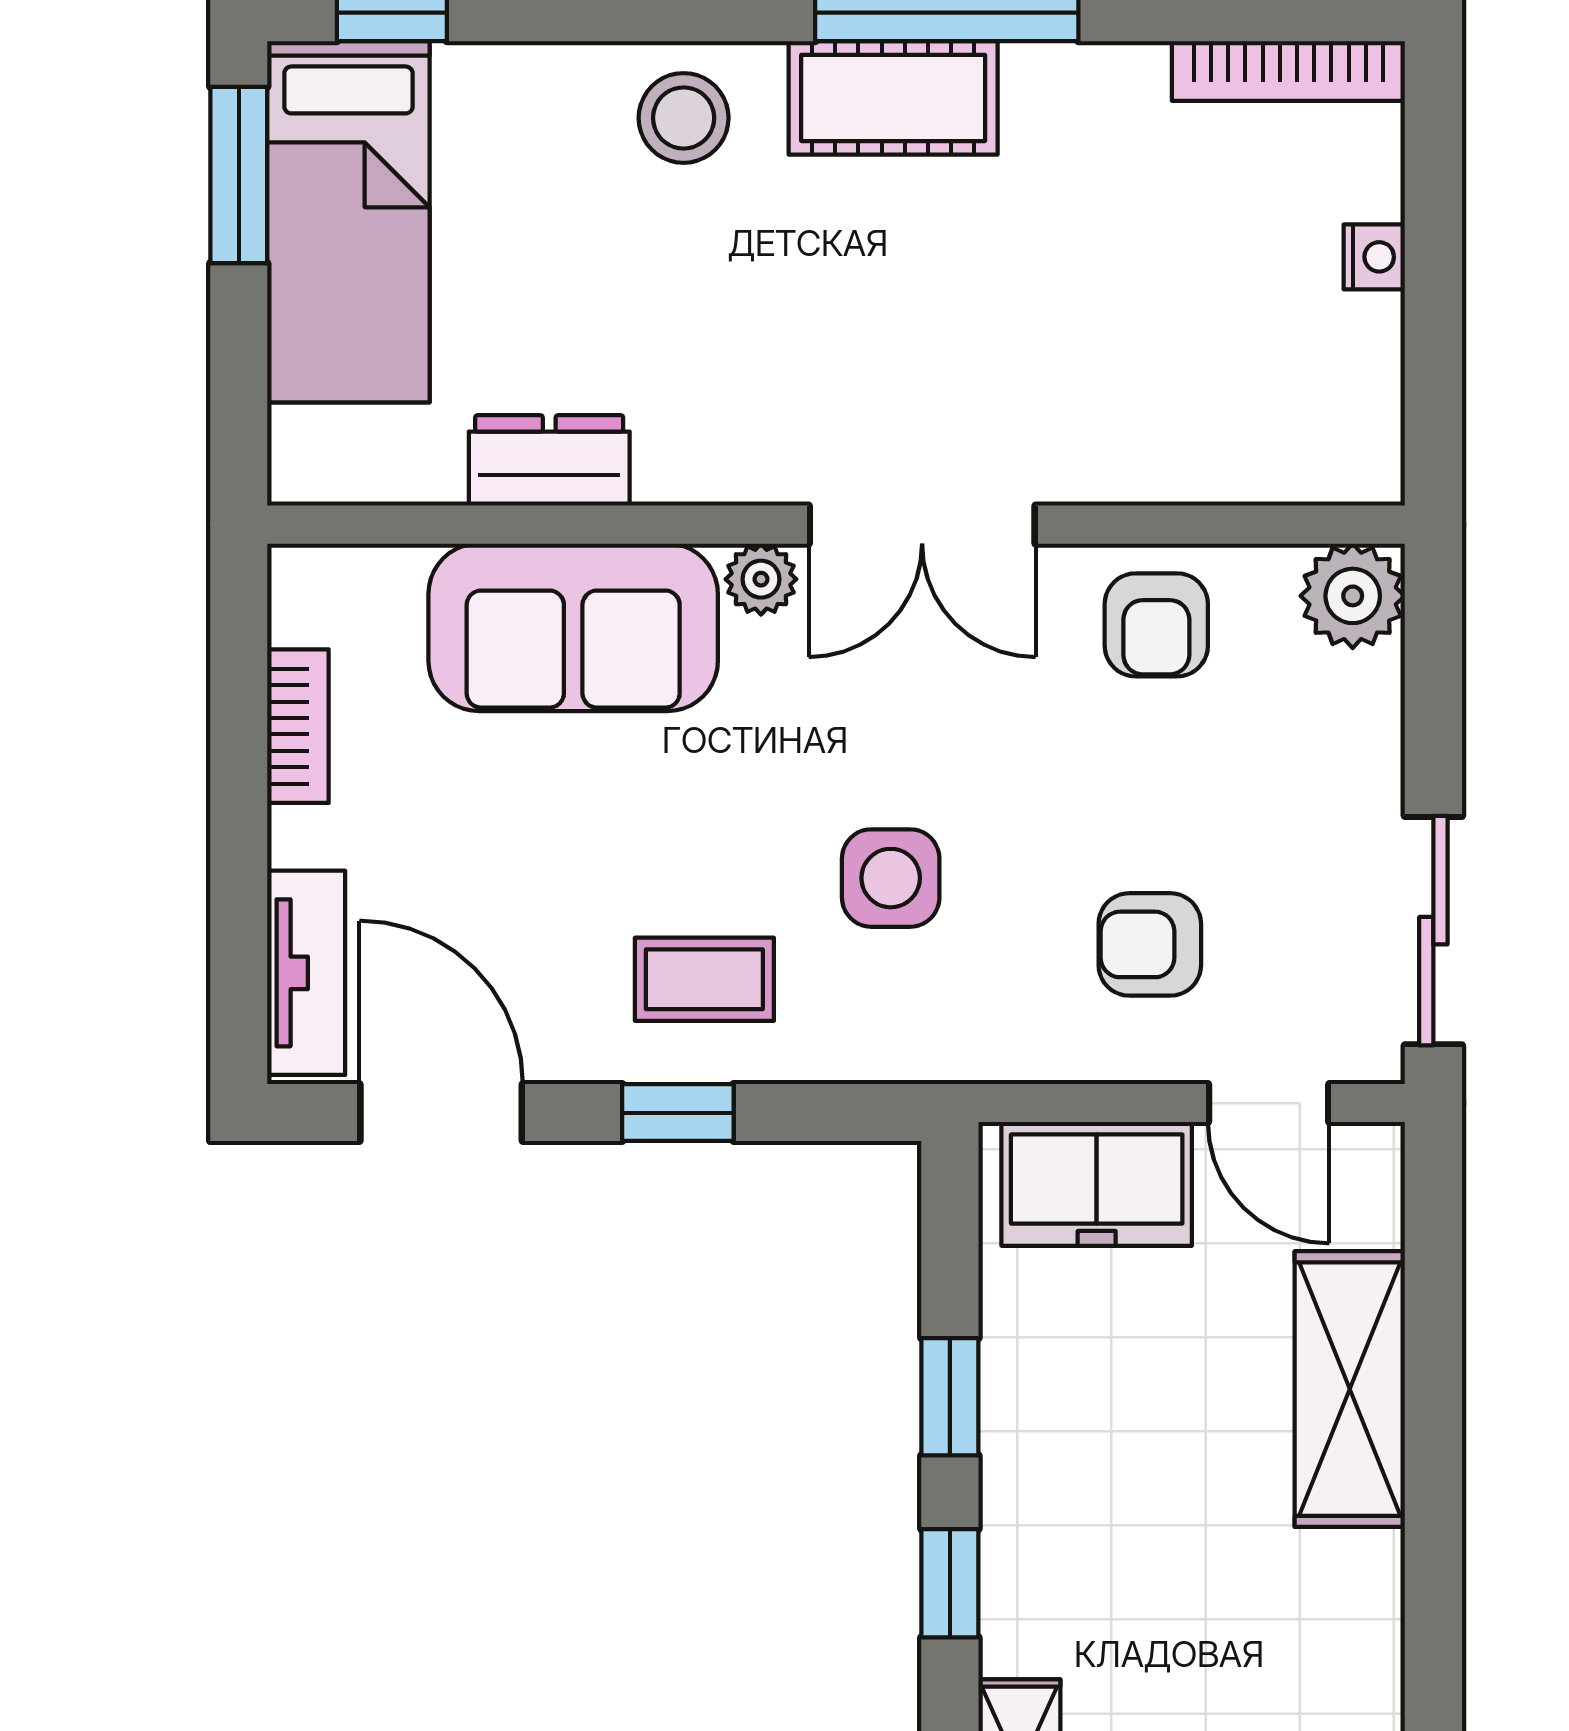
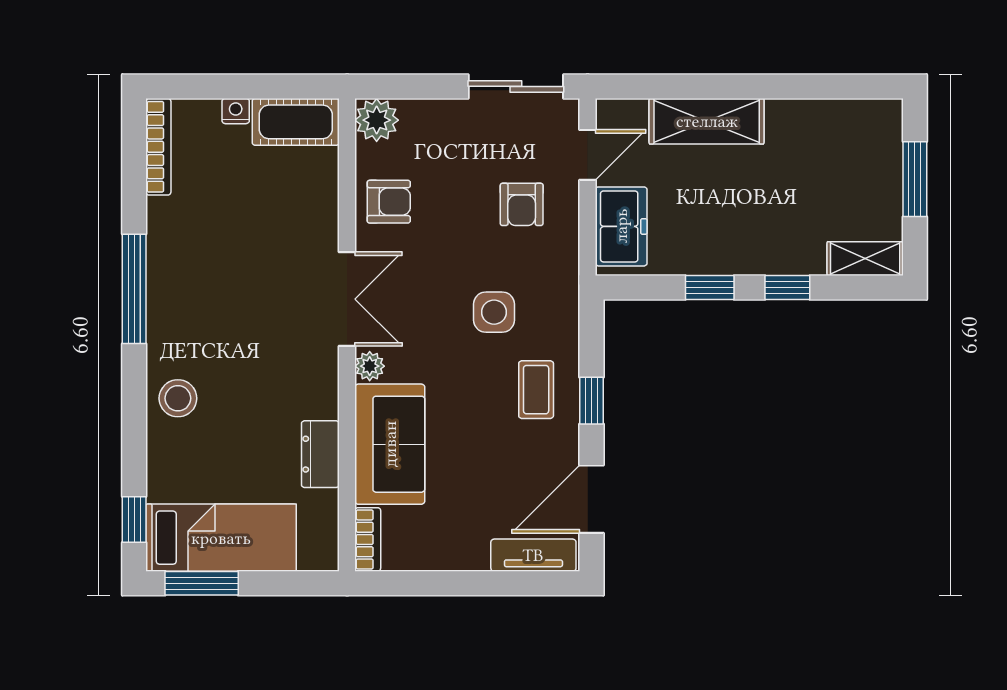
cot: (893, 98) -> (296, 122), moved, turned 90
bookcase: (298, 726) -> (368, 539), moved, turned 90

